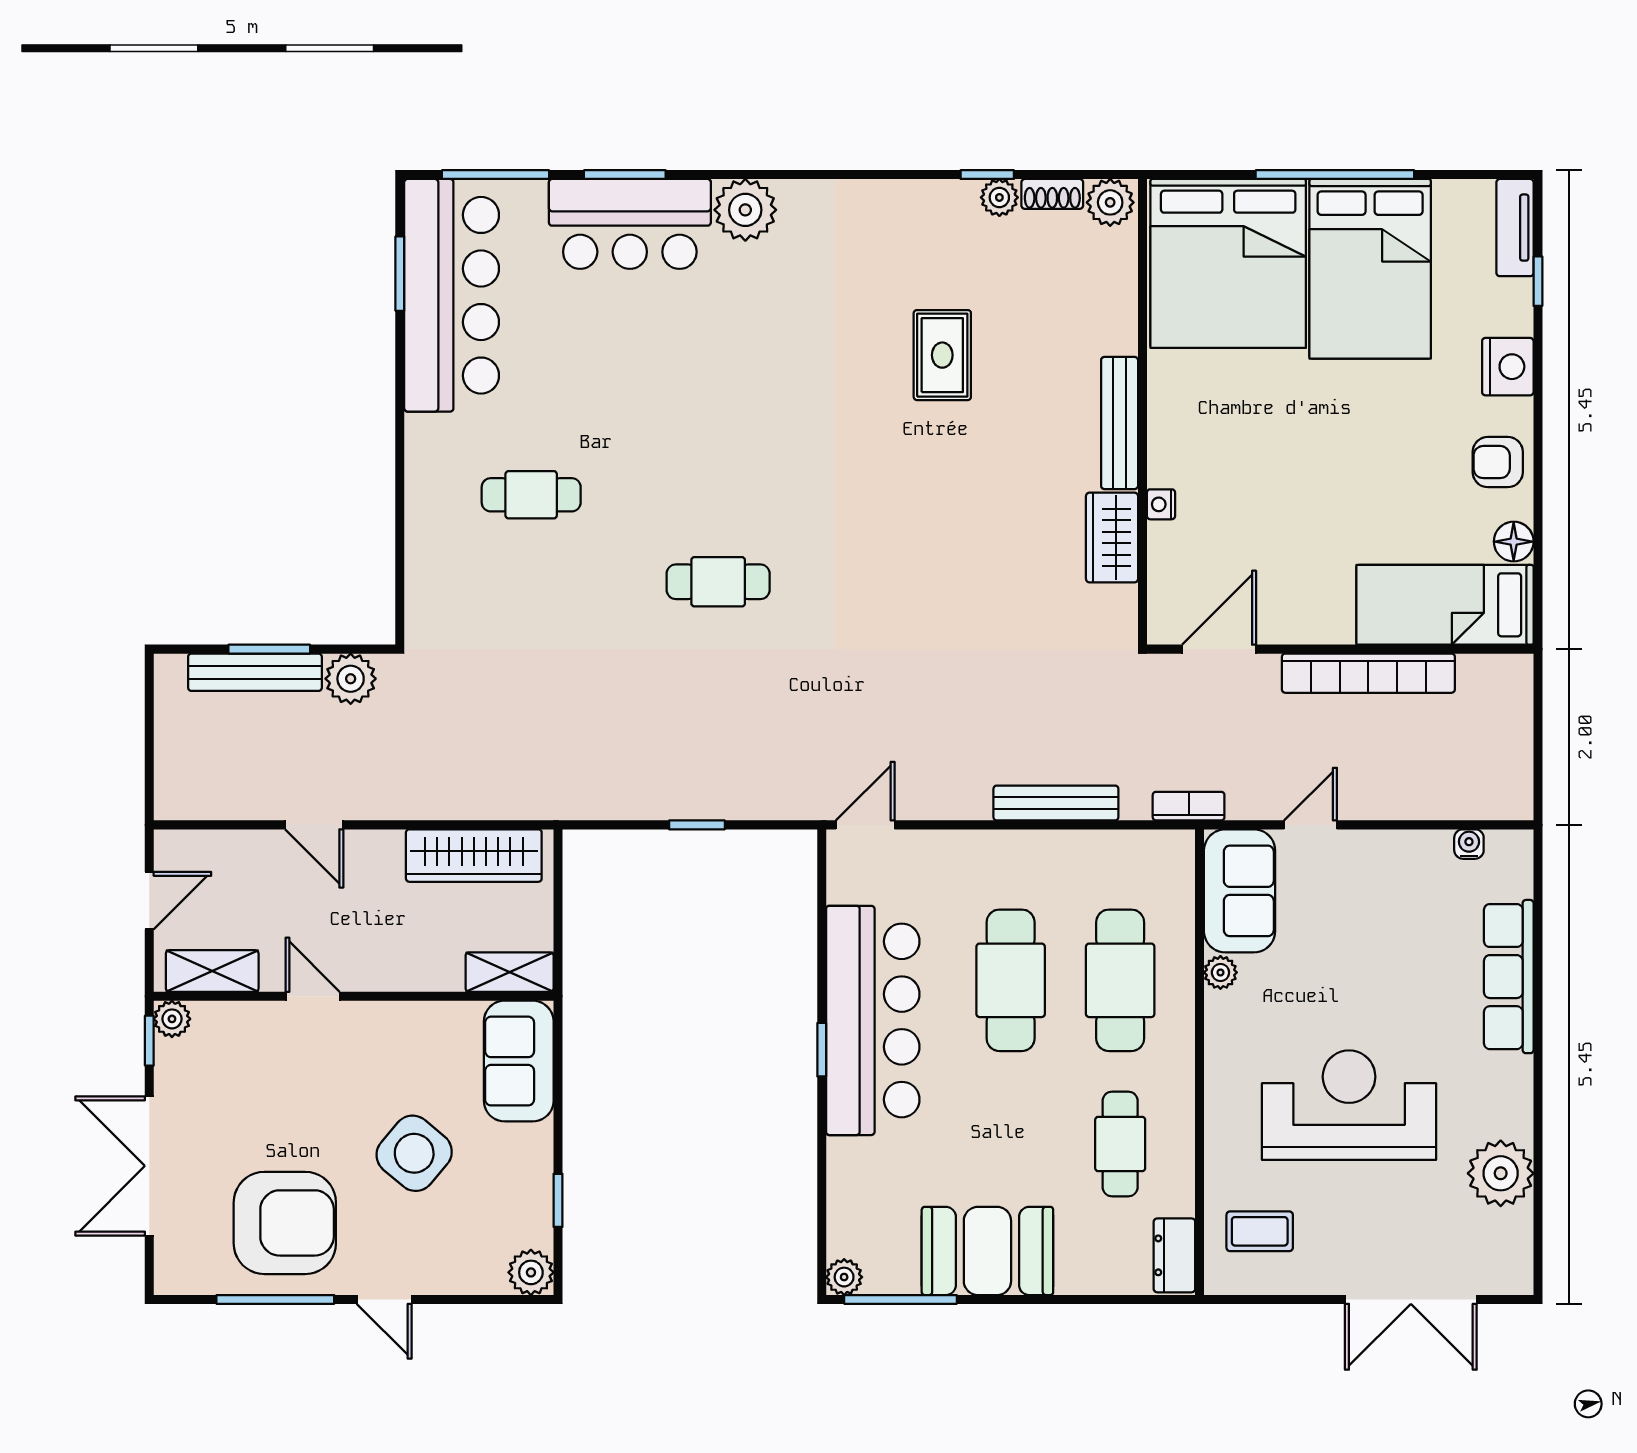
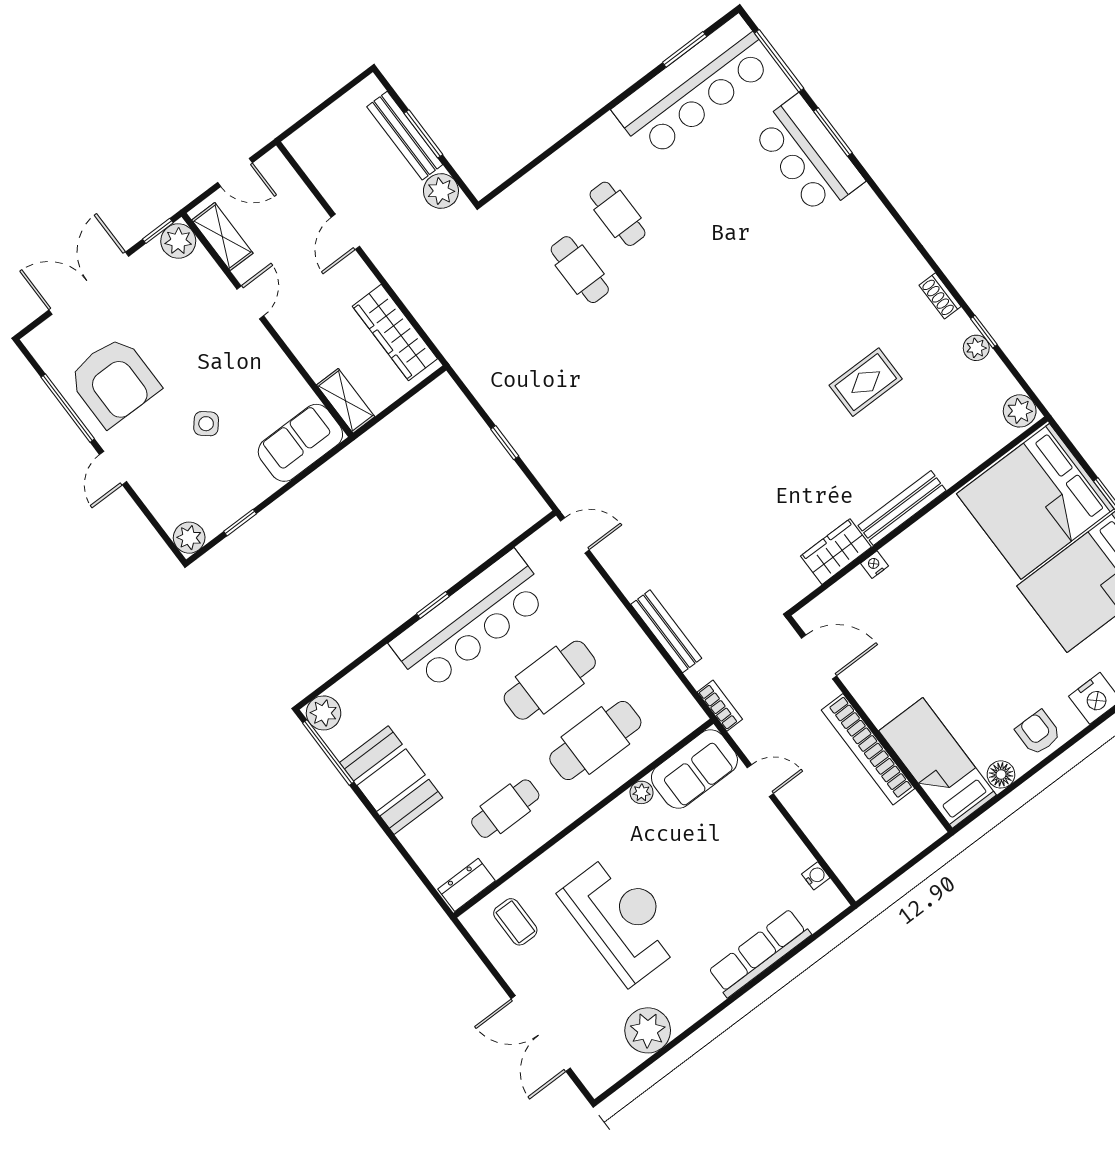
shoe rack: (1052, 194) -> (940, 296), moved
plant: (745, 210) -> (864, 213), removed
cafe table: (718, 582) -> (580, 270), moved
plant: (172, 1019) -> (178, 241), width x1.38, depth x1.38
side table: (414, 1153) -> (206, 424), width x0.54, depth x0.54
plant: (844, 1277) -> (324, 713), width x1.38, depth x1.38

